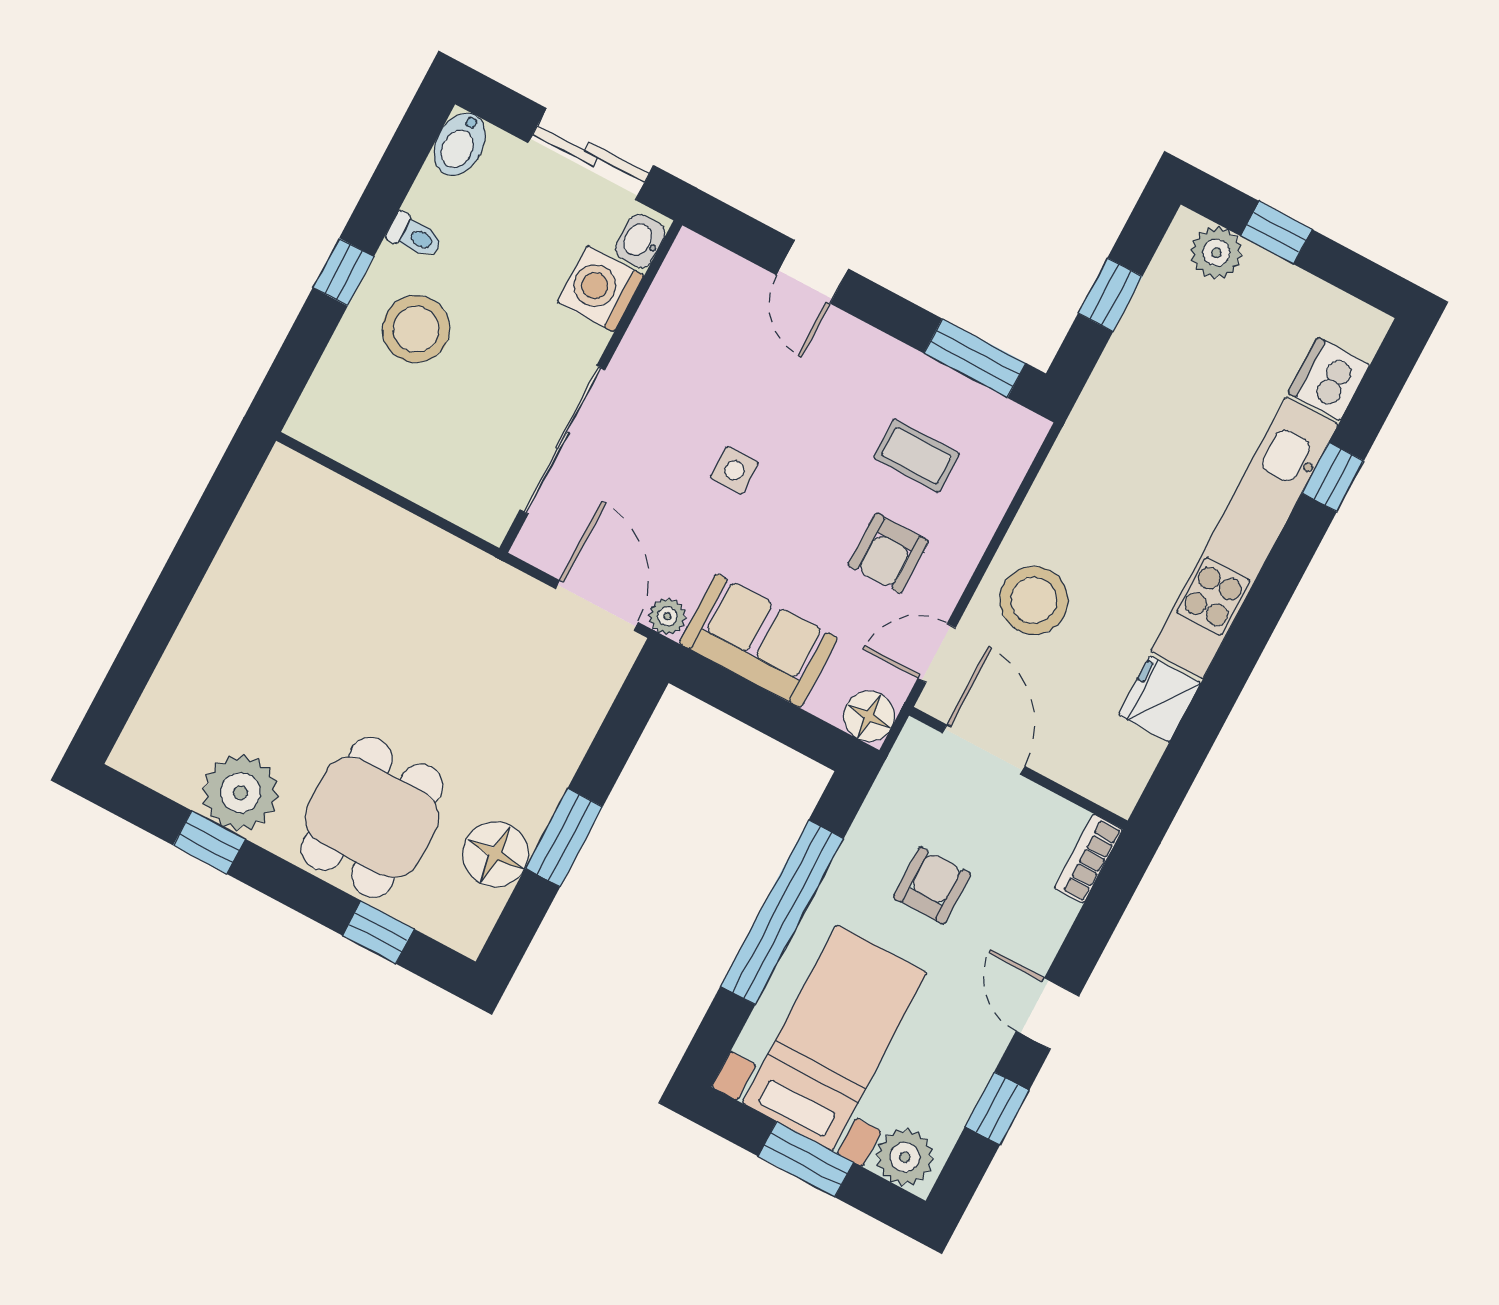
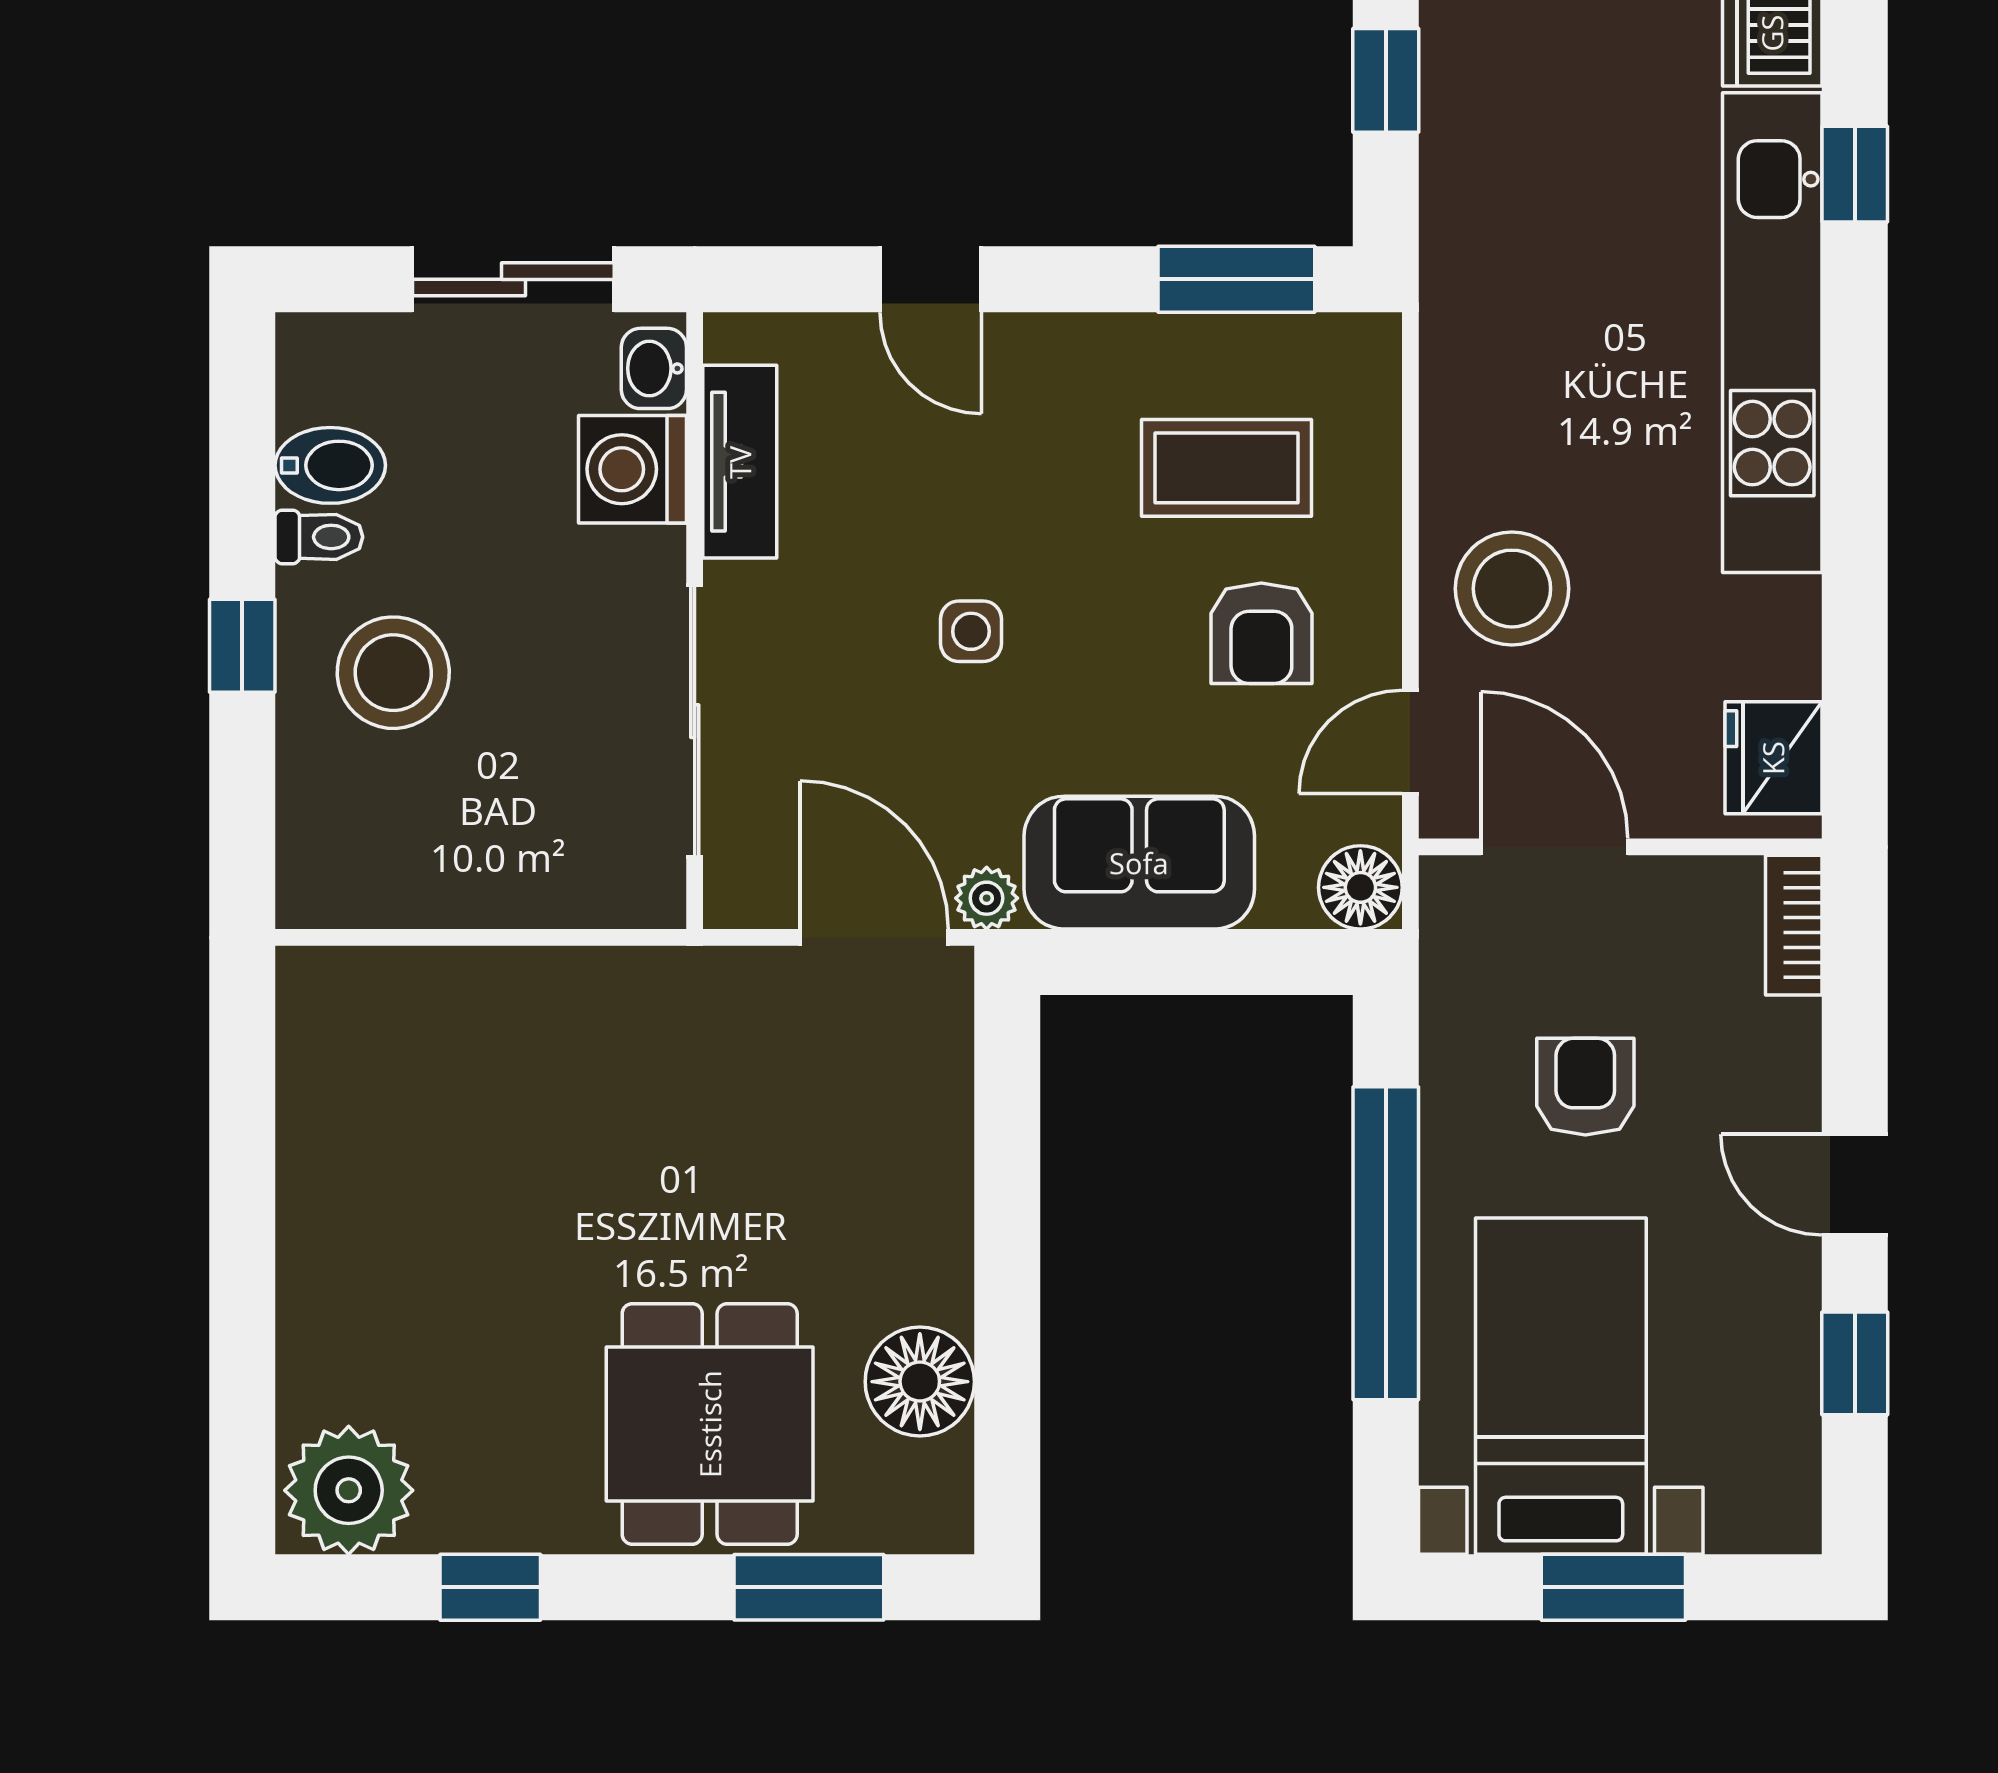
bidet: (460, 144) -> (330, 465), moved, turned -90
tv unit: (660, 315) -> (740, 462), added
coffee table: (916, 456) -> (1226, 468), width x1.36, depth x1.30
fridge: (1159, 699) -> (1773, 758), moved
plant: (240, 793) -> (349, 1490), moved
window: (564, 838) -> (1007, 1304), removed
window: (378, 932) -> (809, 1587), width x1.50
plant: (905, 1157) -> (1757, 1507), removed

